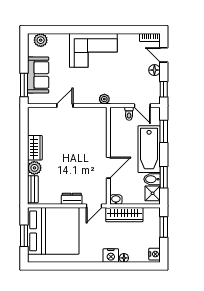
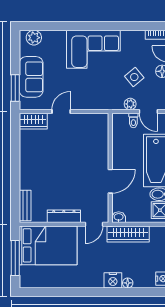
side table: (130, 75) -> (134, 77), added
plant: (104, 99) -> (130, 104), moved
wardrobe: (35, 148) -> (33, 121), moved, turned 90
plant: (34, 168) -> (27, 181), removed
dresser: (72, 199) -> (64, 216), width x1.44
bed: (53, 231) -> (48, 245), width x0.73
window: (24, 236) -> (15, 258), width x1.44

